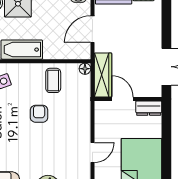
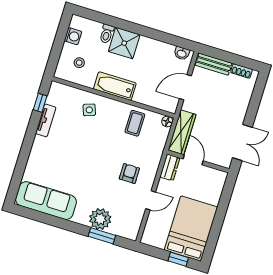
dresser: (149, 108) -> (170, 167), moved, turned -90
armchair: (39, 114) -> (129, 174), moved

